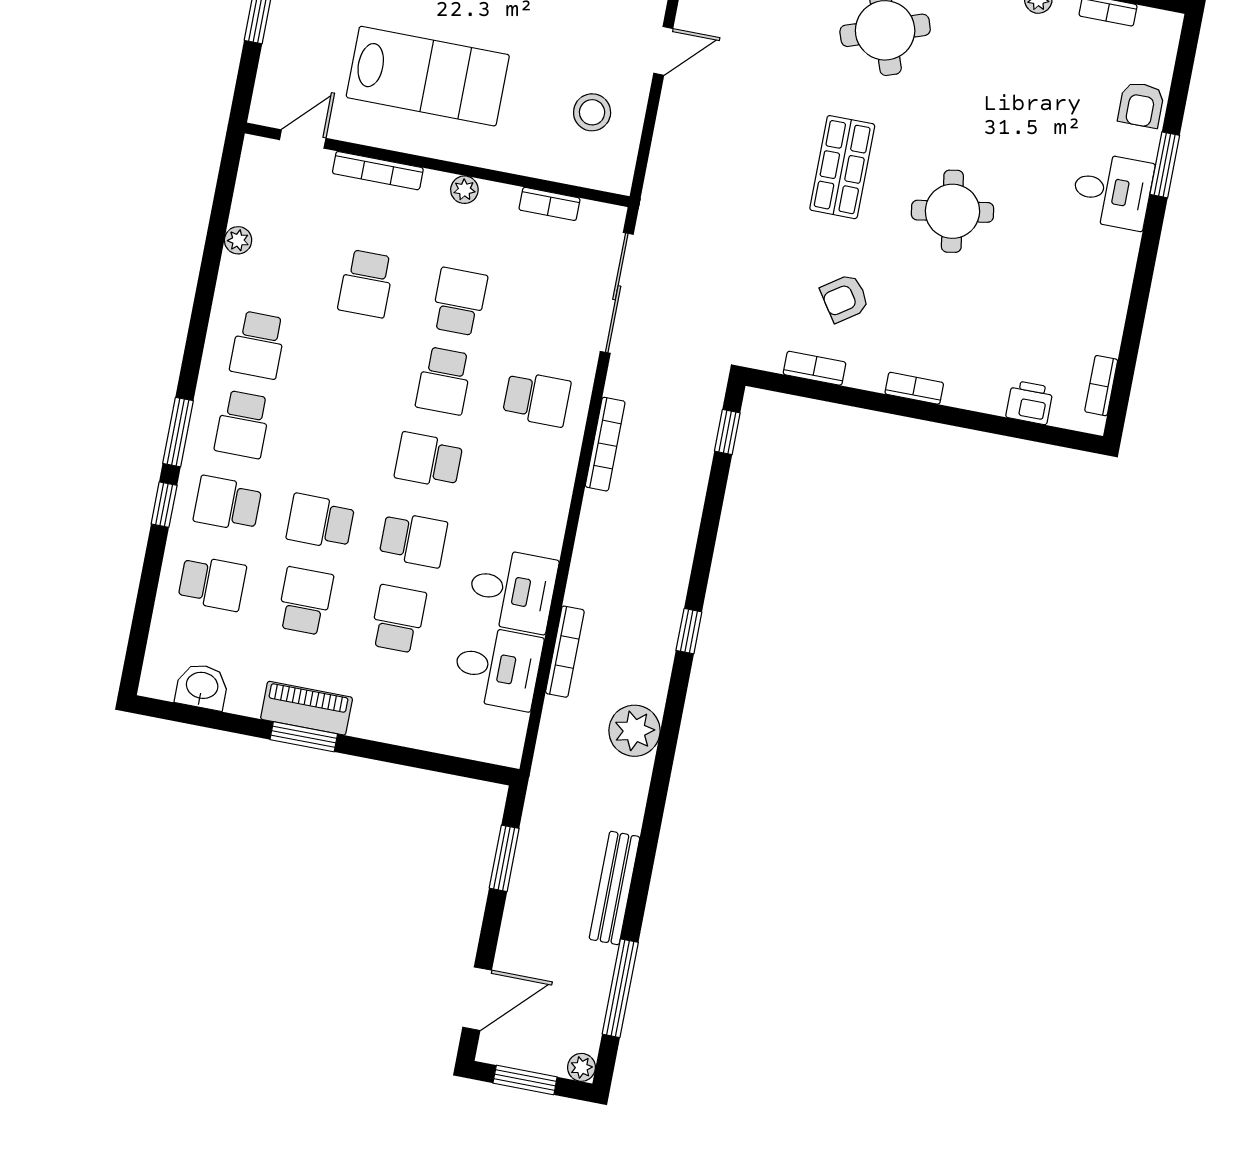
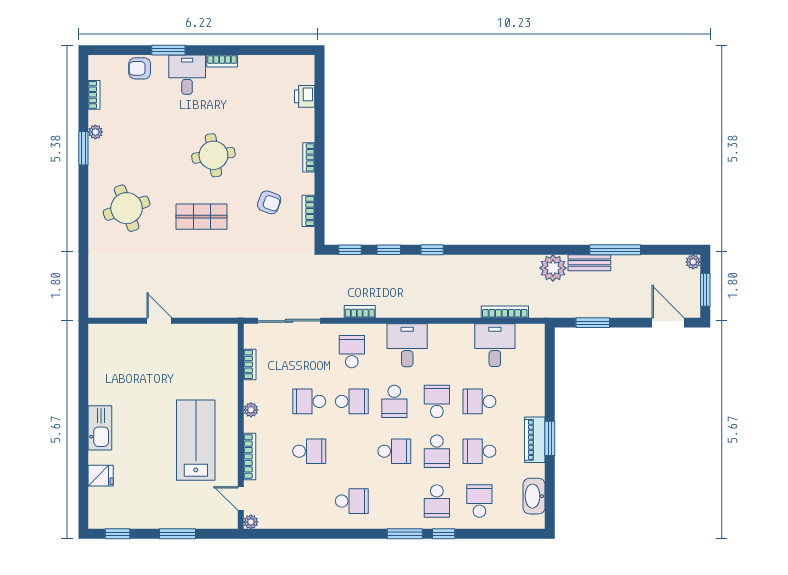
armchair: (1141, 105) -> (140, 68), turned 180
stool: (592, 112) -> (198, 352), removed
plant: (238, 240) -> (251, 522), moved
armchair: (845, 298) -> (269, 202), turned -36
bookcase: (1101, 386) -> (222, 61), moved
school desk: (243, 424) -> (394, 451), moved
bookcase: (605, 444) -> (360, 312), width x0.64
window: (713, 504) -> (389, 250), added
desk: (512, 590) -> (407, 345), moved
window: (689, 631) -> (432, 250), moved
bookcase: (565, 652) -> (505, 312), moved
washbasin: (202, 687) -> (534, 496), width x1.38
plant: (634, 731) -> (553, 268), moved
bench: (614, 888) -> (589, 263), width x0.73
window: (620, 988) -> (615, 250), moved

